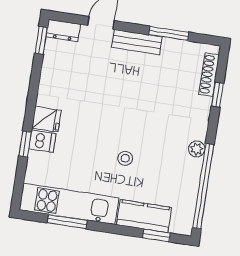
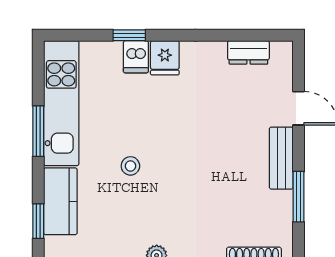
dresser: (63, 31) -> (248, 52), moved, turned -90
window: (41, 40) -> (265, 35), removed
window: (67, 222) -> (38, 131), moved

